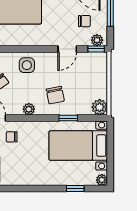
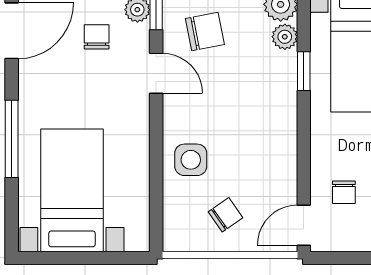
chair: (55, 95) -> (205, 31), moved
plant: (29, 109) -> (285, 37), moved

